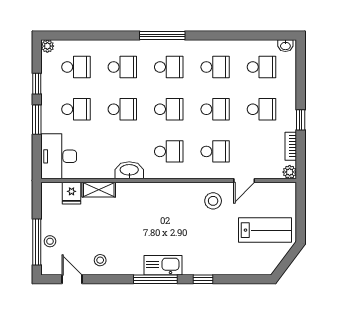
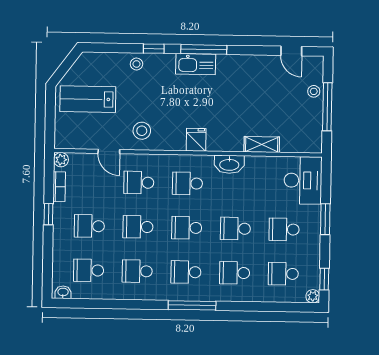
window: (37, 84) -> (324, 279), moved
door: (244, 181) -> (109, 151), swing flipped
fridge: (72, 193) -> (196, 140), moved
window: (37, 242) -> (327, 107), moved
stool: (100, 260) -> (137, 64), moved

